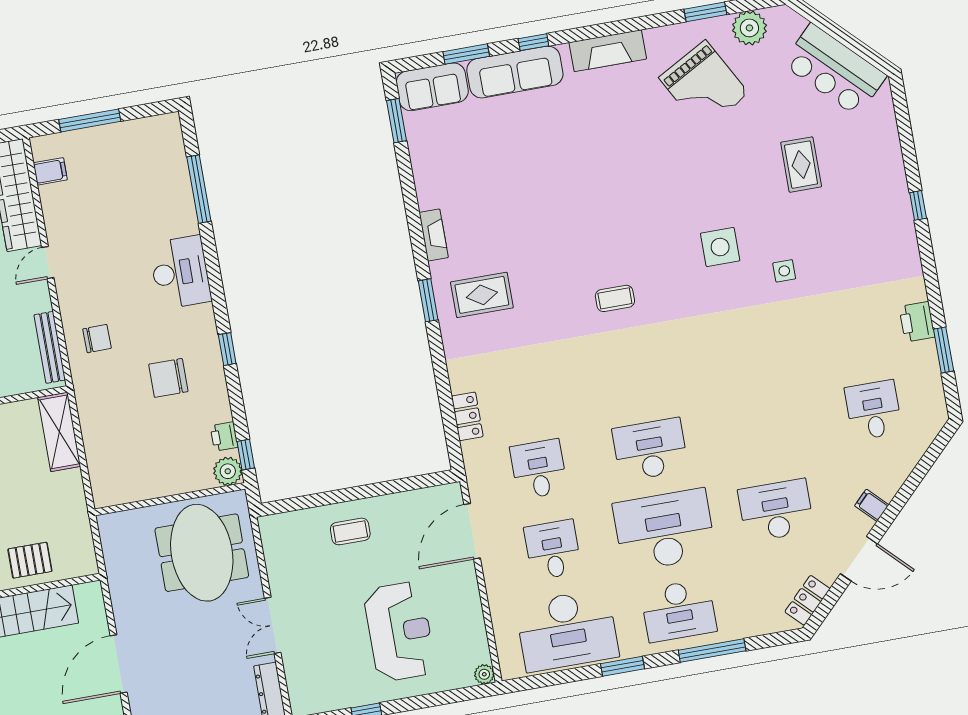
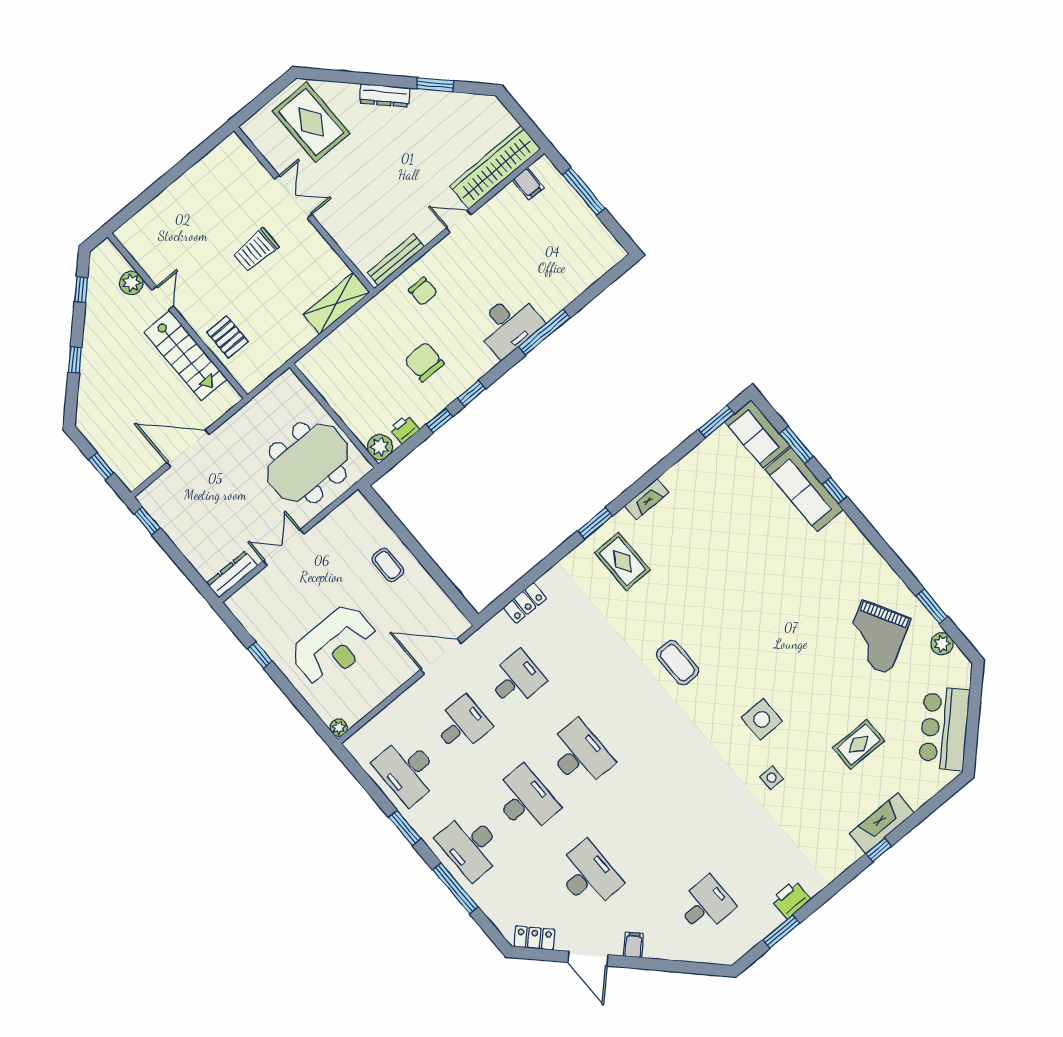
plant: (749, 28) -> (942, 644), width x0.73, depth x0.73
fireplace: (608, 51) -> (882, 823), moved, turned 90
window: (199, 189) -> (544, 332), moved
coffee table: (615, 298) -> (677, 663), width x1.36, depth x1.30
window: (246, 455) -> (439, 420), moved
desk: (664, 530) -> (525, 800), width x0.73, depth x0.77
desk: (567, 630) -> (408, 771), width x0.73, depth x0.77

